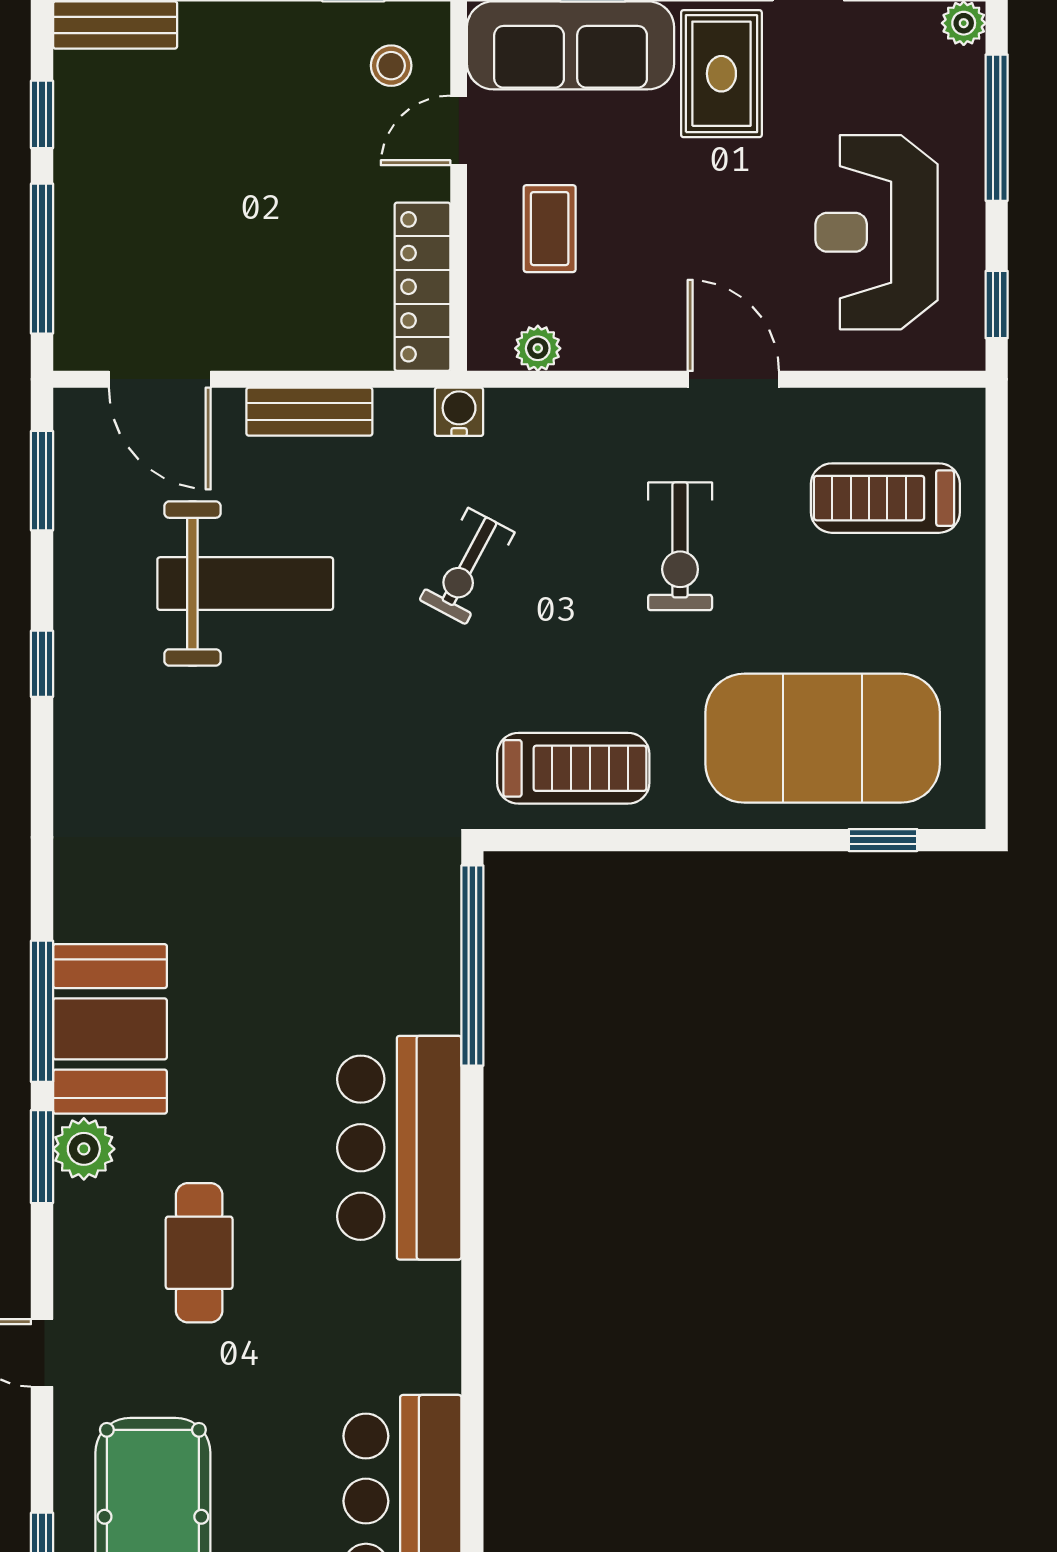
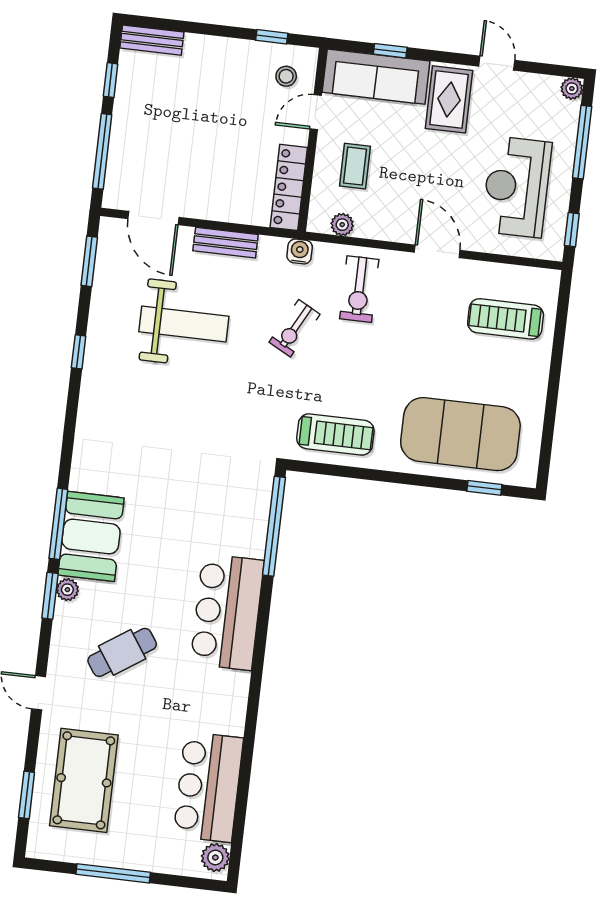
exercise bike: (680, 546) -> (359, 289), moved
plant: (84, 1149) -> (67, 590), width x0.73, depth x0.73
cafe table: (199, 1253) -> (122, 652), turned 56

